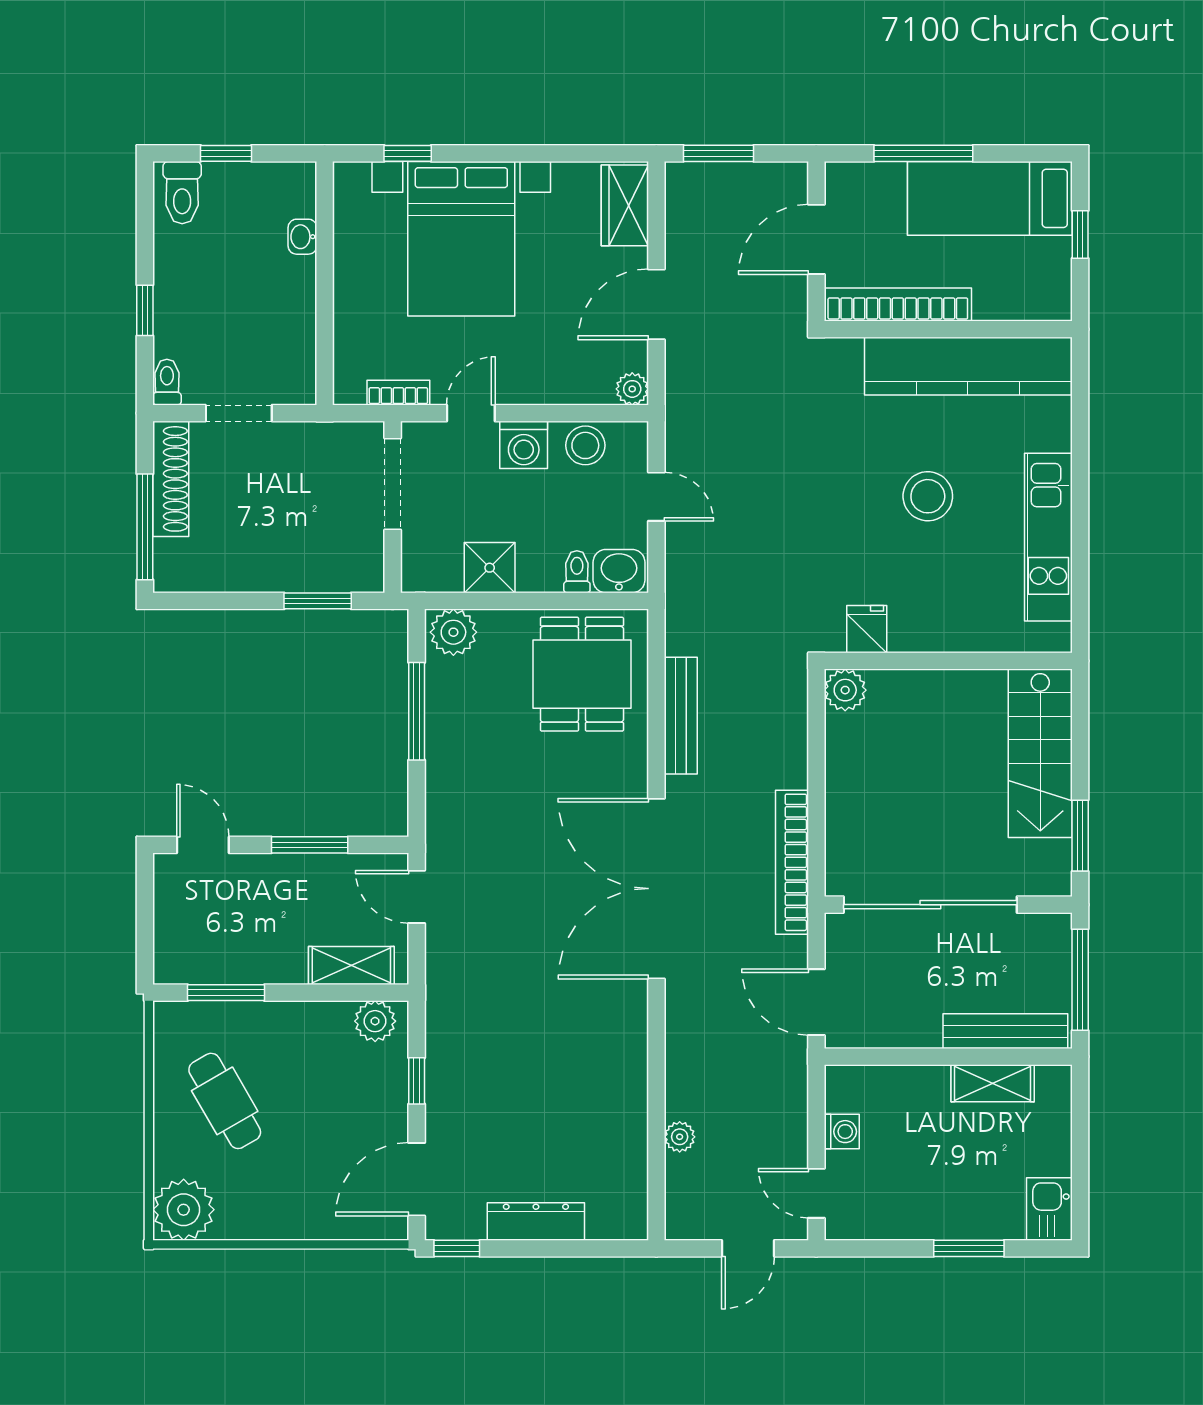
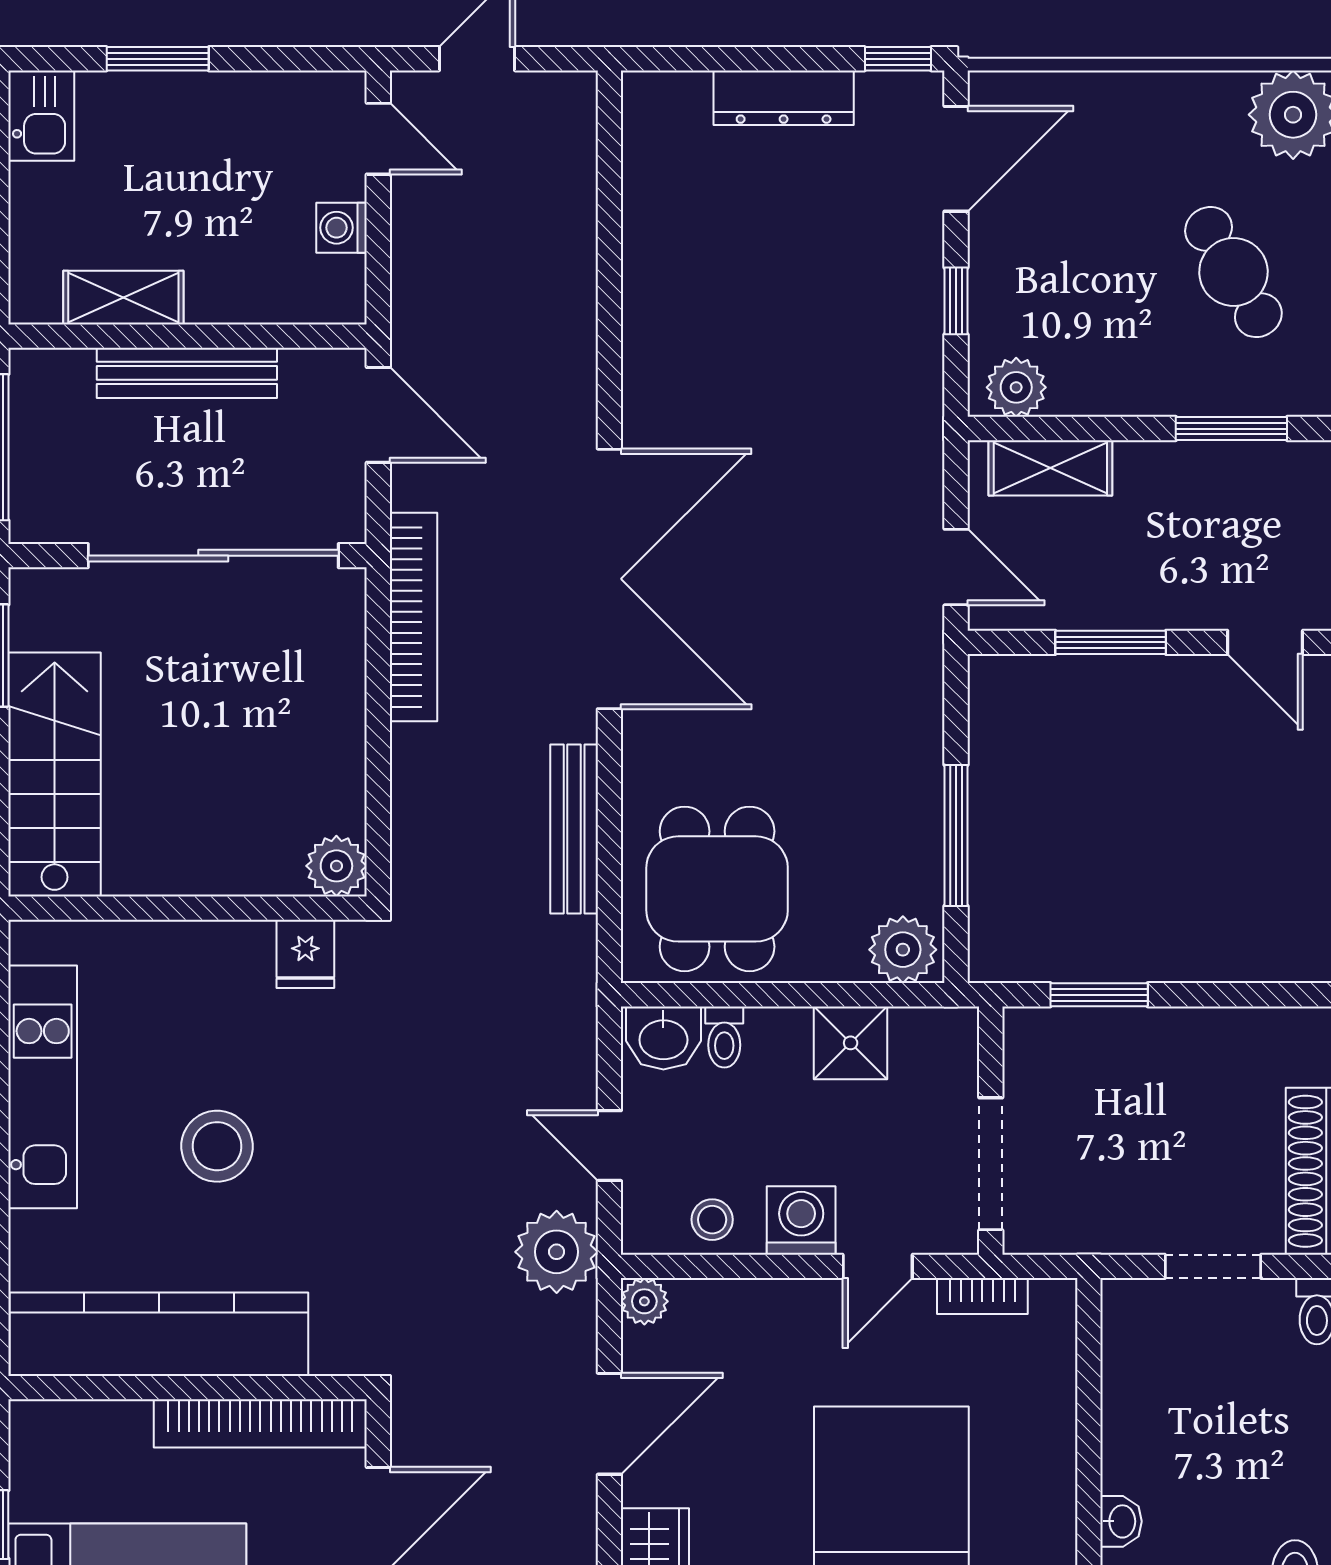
stool: (585, 445) -> (712, 1220), width x0.73, depth x0.73
bench: (1005, 1031) -> (187, 373), moved
plant: (680, 1137) -> (557, 1252), moved, width x1.87, depth x1.87

